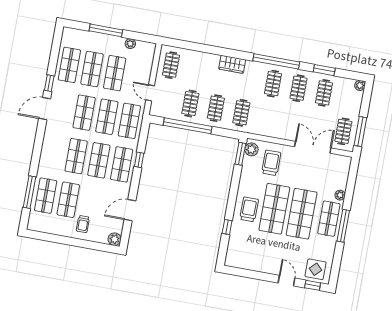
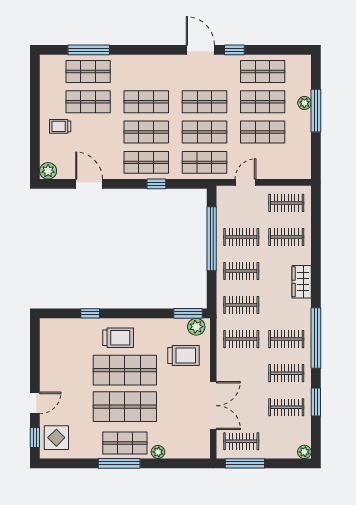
plant: (130, 44) -> (304, 103), moved
clothes rail: (197, 70) -> (286, 237), added
clothes rail: (267, 117) -> (241, 339), added

